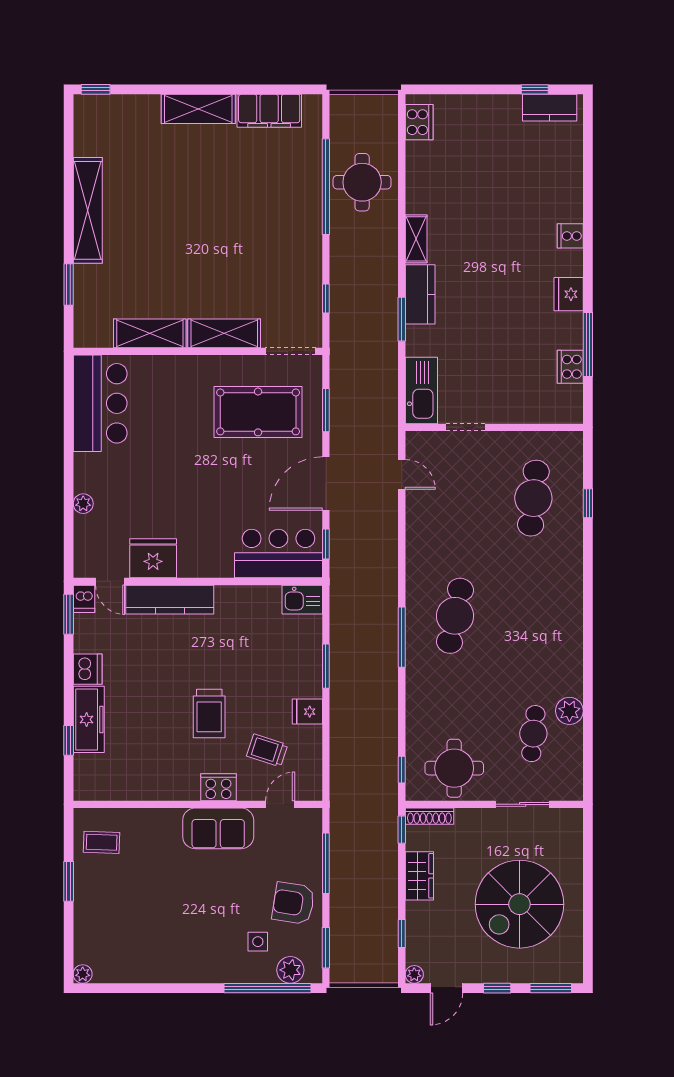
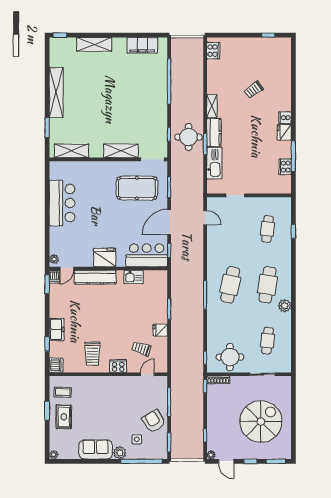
kitchen counter: (550, 108) -> (275, 44), removed
shelving: (198, 109) -> (94, 44), moved
round table: (362, 182) -> (189, 137), moved
trolley: (504, 204) -> (254, 90), added
cooker: (570, 236) -> (285, 118), moved
shelving: (150, 333) -> (72, 151), moved
kitchen sink: (421, 390) -> (214, 163), moved
bar counter: (100, 403) -> (62, 203), moved
cafe table: (533, 498) -> (268, 229), width x0.73, depth x0.74
plant: (83, 504) -> (54, 259), moved
fridge: (153, 558) -> (105, 257), moved
door: (110, 581) -> (67, 268), hinge flipped
kitchen sink: (302, 600) -> (134, 277), moved
cafe table: (533, 616) -> (268, 285), added
dishwasher: (88, 669) -> (56, 365), moved
plant: (569, 711) -> (285, 306), moved
trolley: (209, 713) -> (92, 354), moved
freezer: (89, 719) -> (57, 329), width x0.71
sofa: (218, 828) -> (96, 449), moved, turned 180
wardrobe: (419, 876) -> (213, 408), removed
rug: (104, 894) -> (64, 417), added
armchair: (293, 903) -> (154, 421), turned 51
spiral stairs: (519, 904) -> (261, 422), turned 180
plant: (290, 970) -> (120, 453), moved
door: (447, 988) -> (226, 461), hinge flipped

